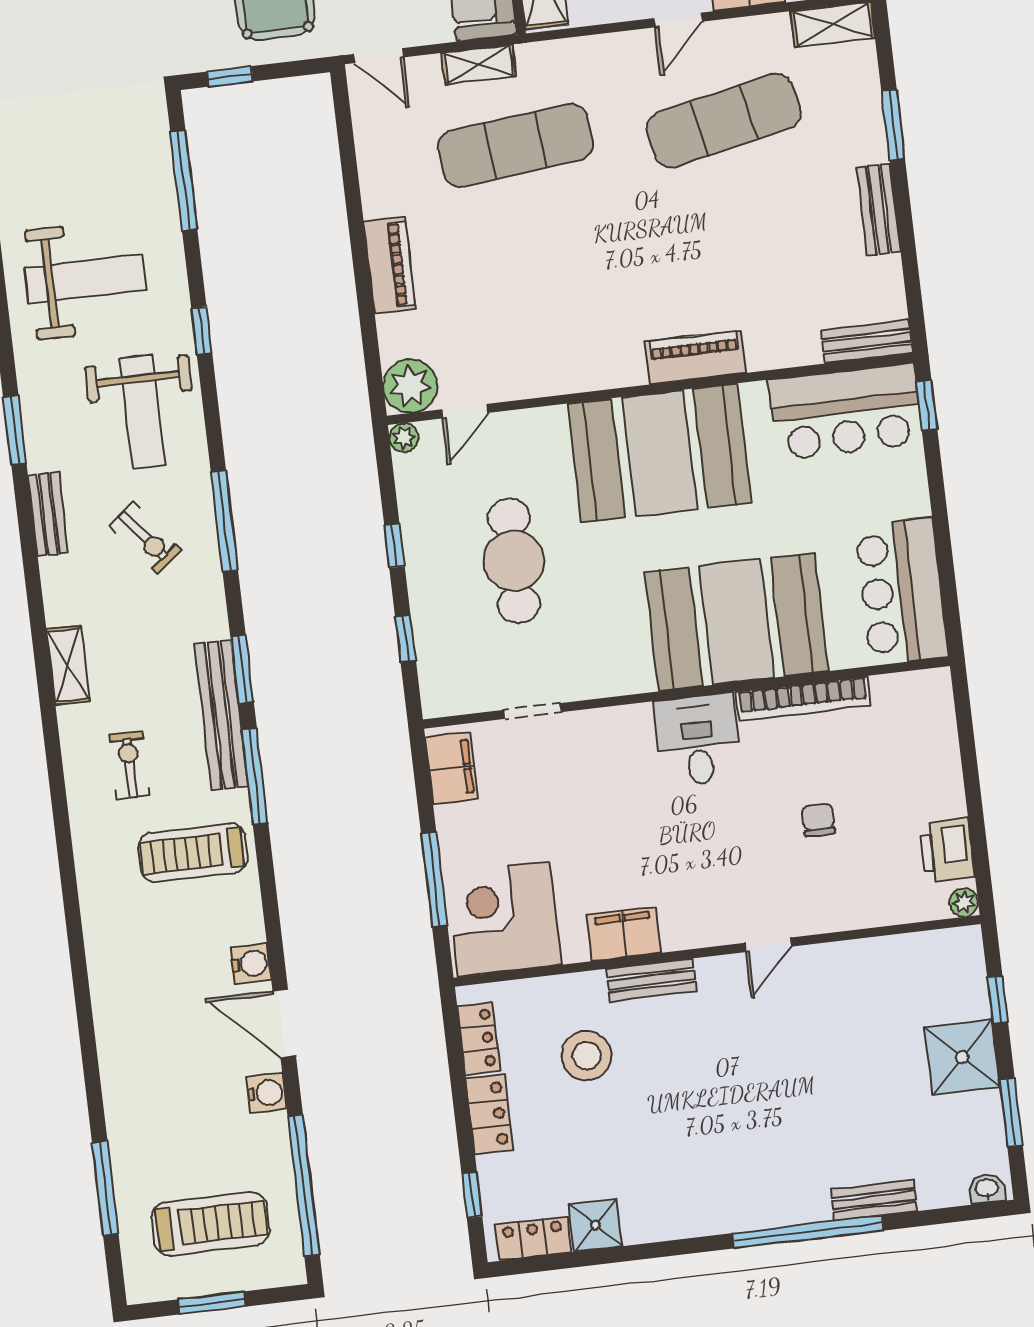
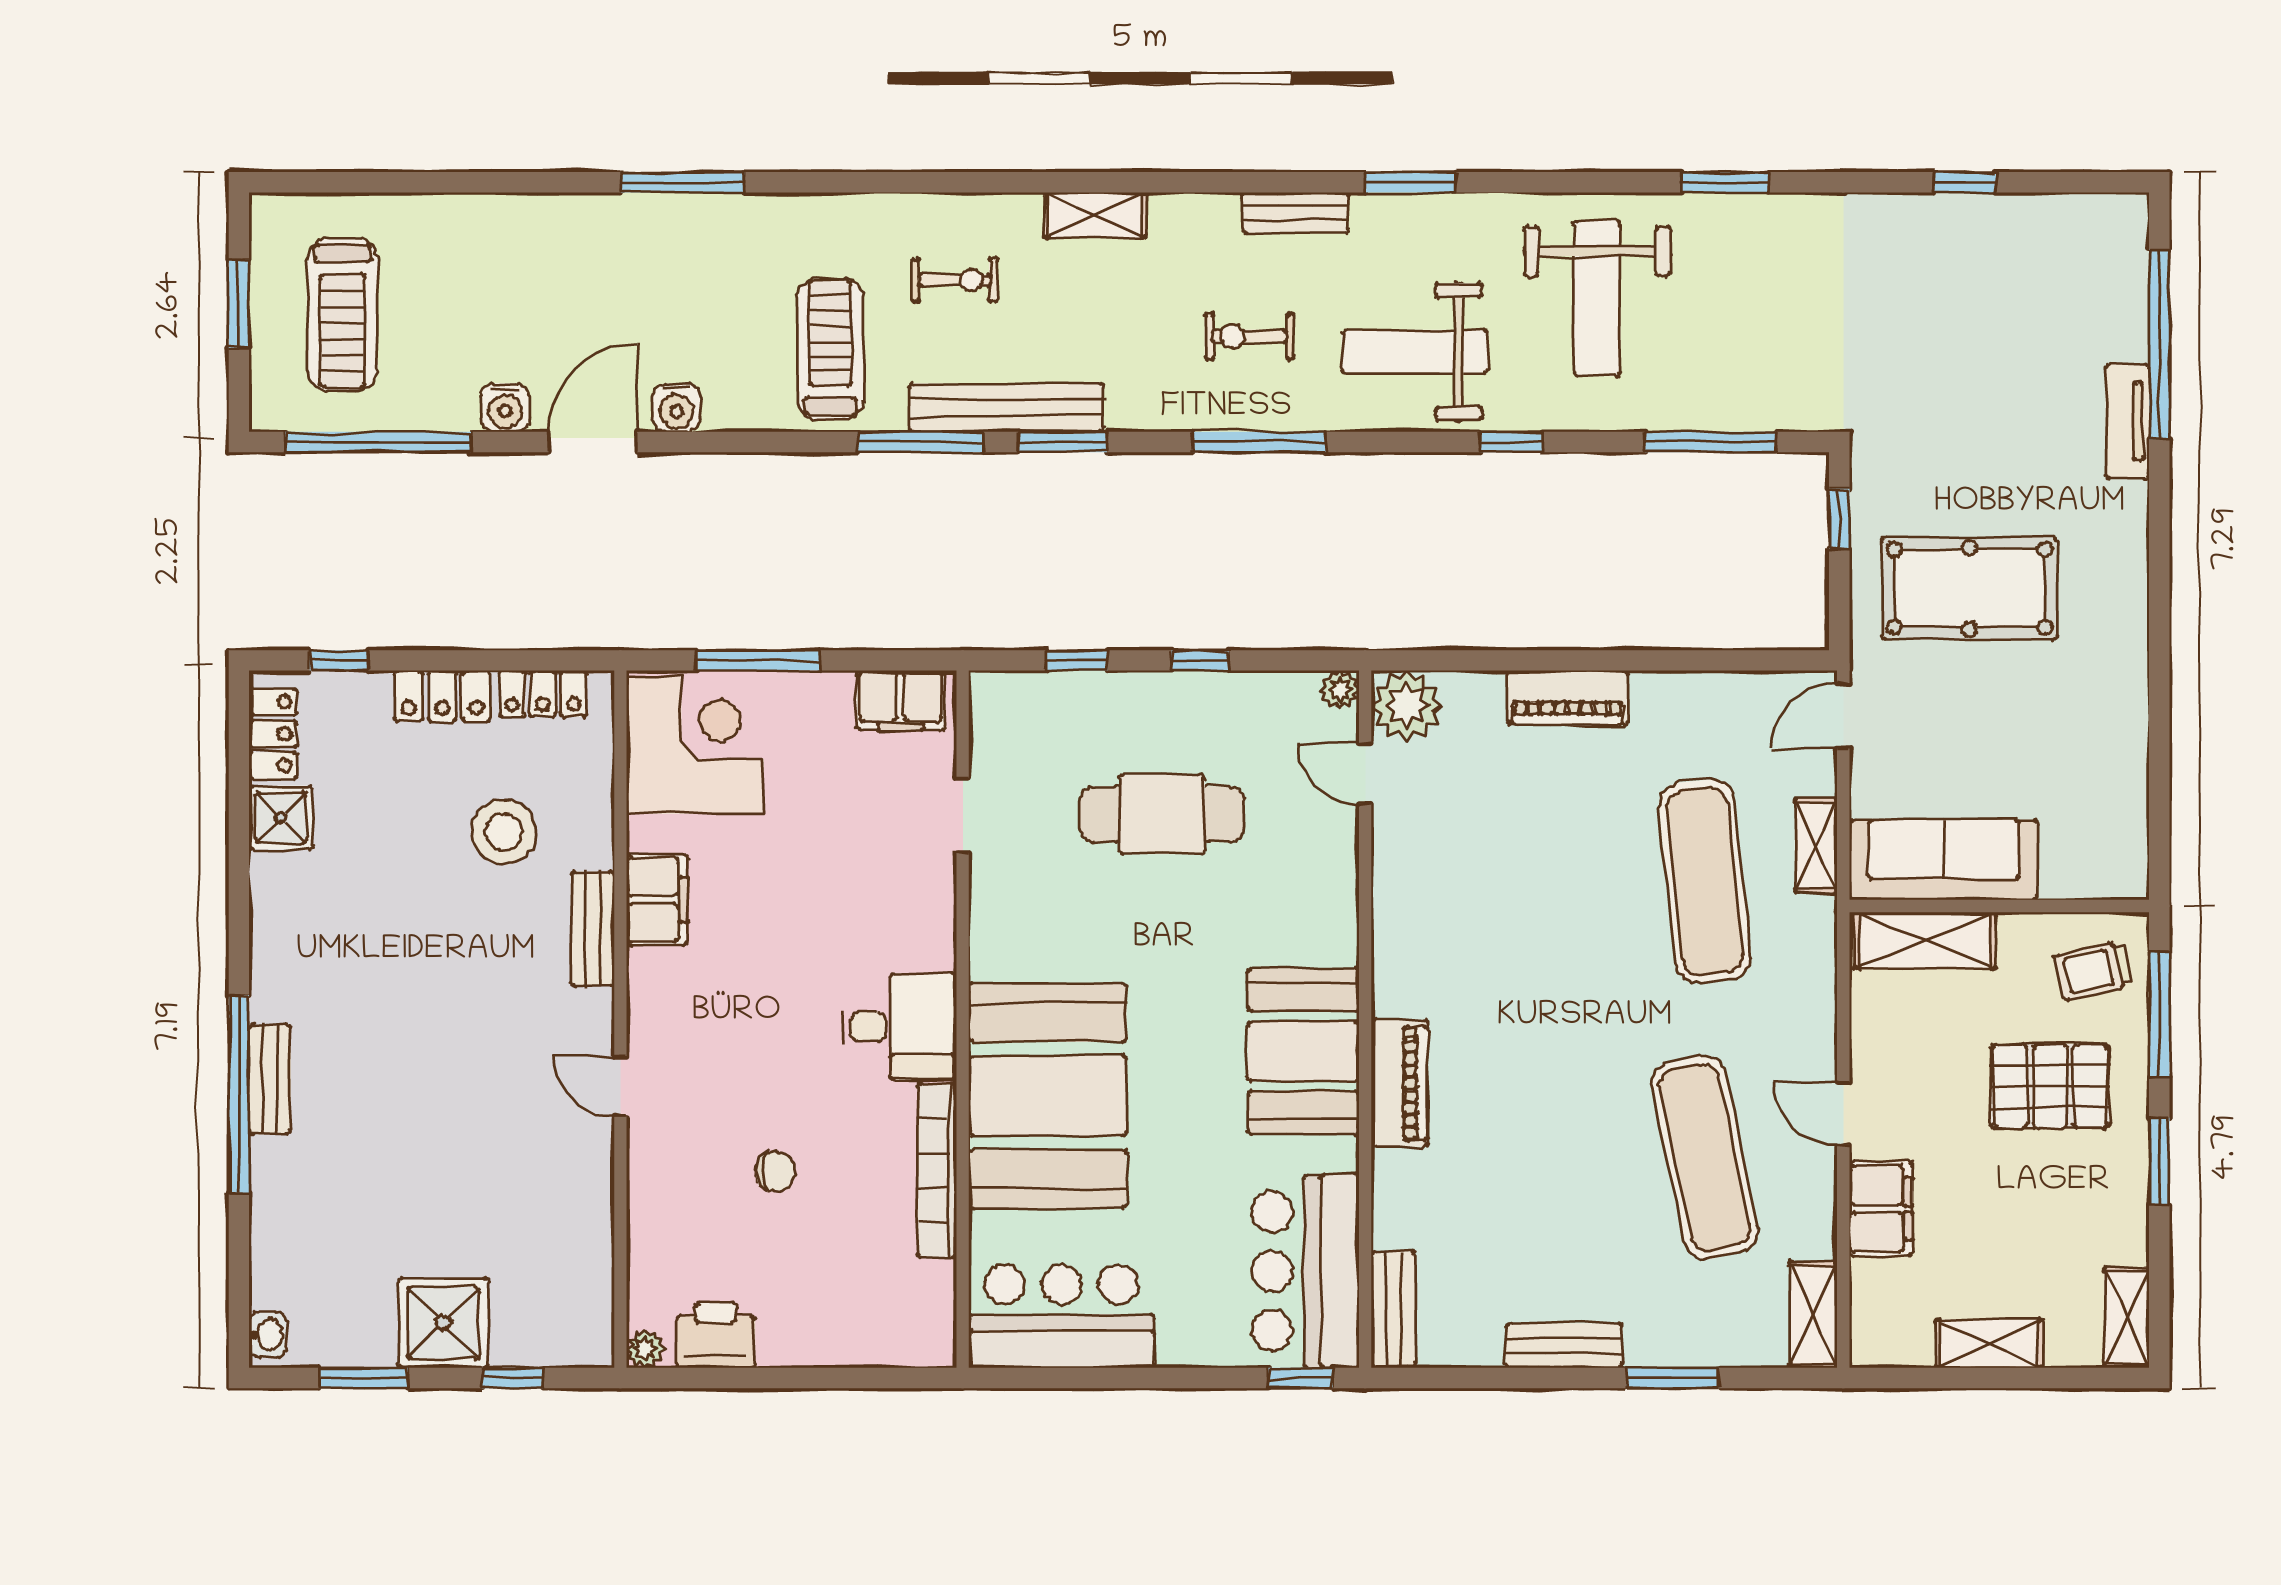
booth: (659, 453) -> (1303, 1051), width x0.73, depth x0.70
exercise bike: (145, 538) -> (1249, 336), turned 39
window: (105, 1188) -> (683, 182), moved
bench: (874, 1200) -> (270, 1080), moved

